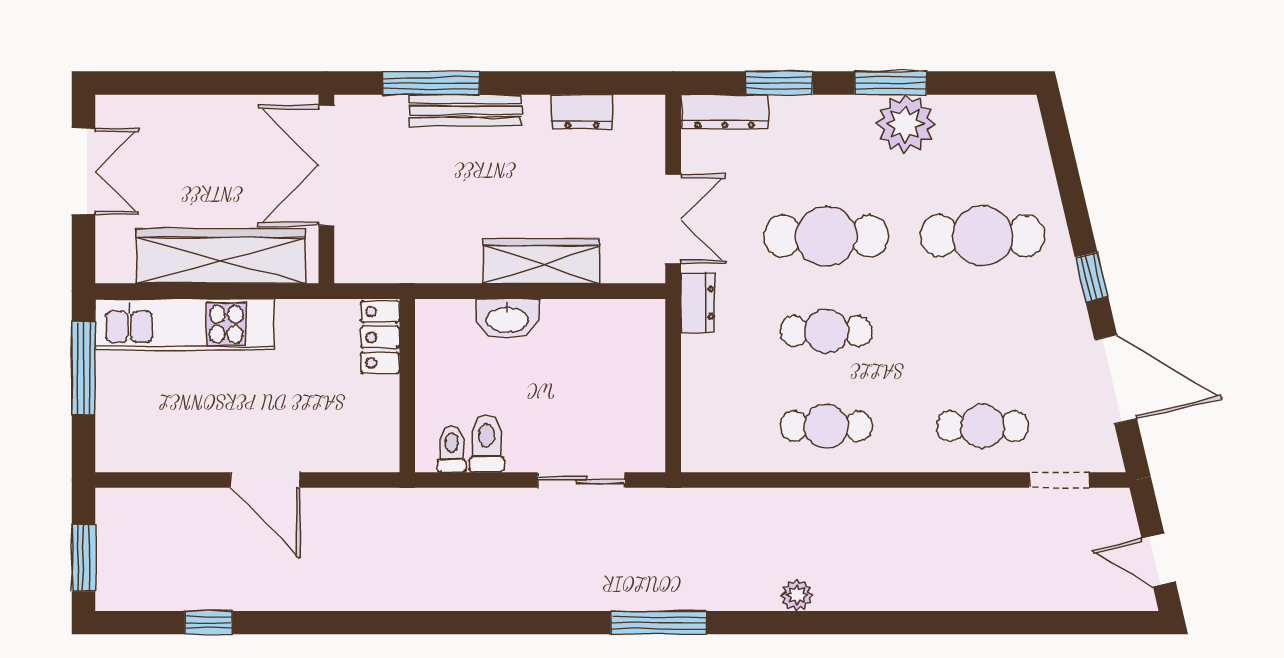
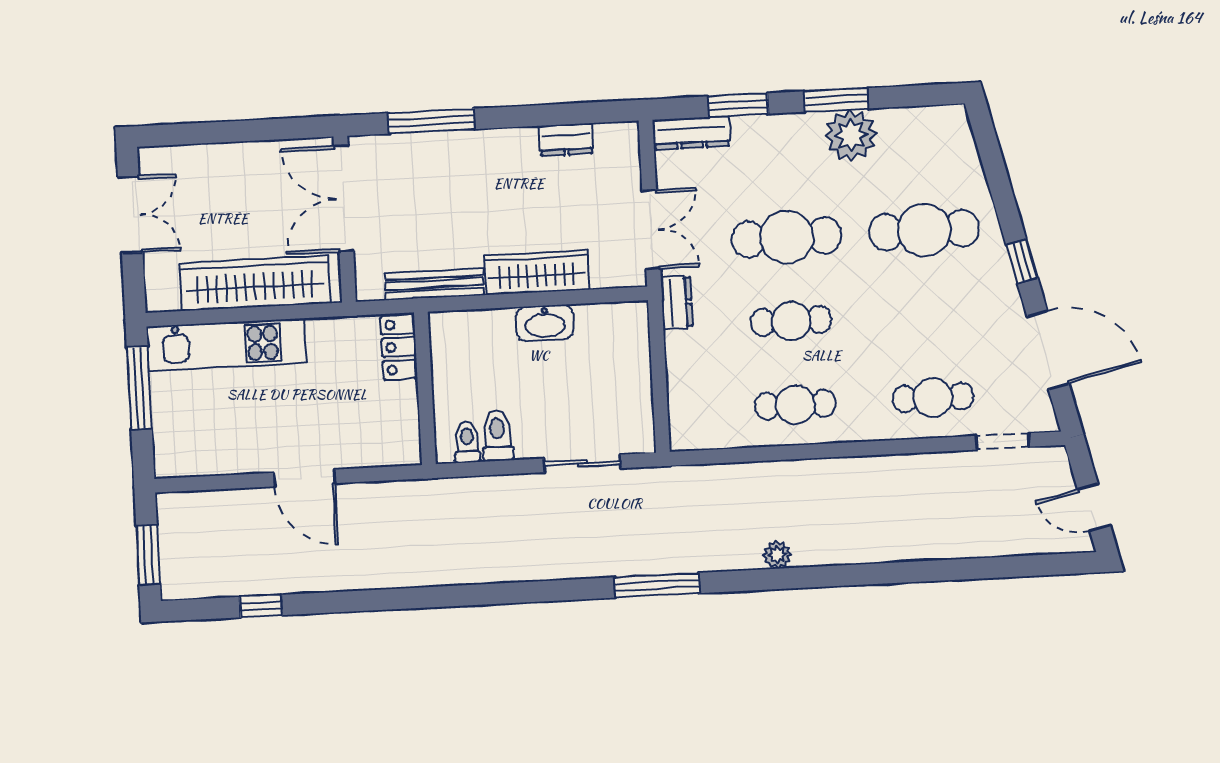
bench: (465, 110) -> (434, 284), moved
washbasin: (507, 319) -> (545, 323), moved

